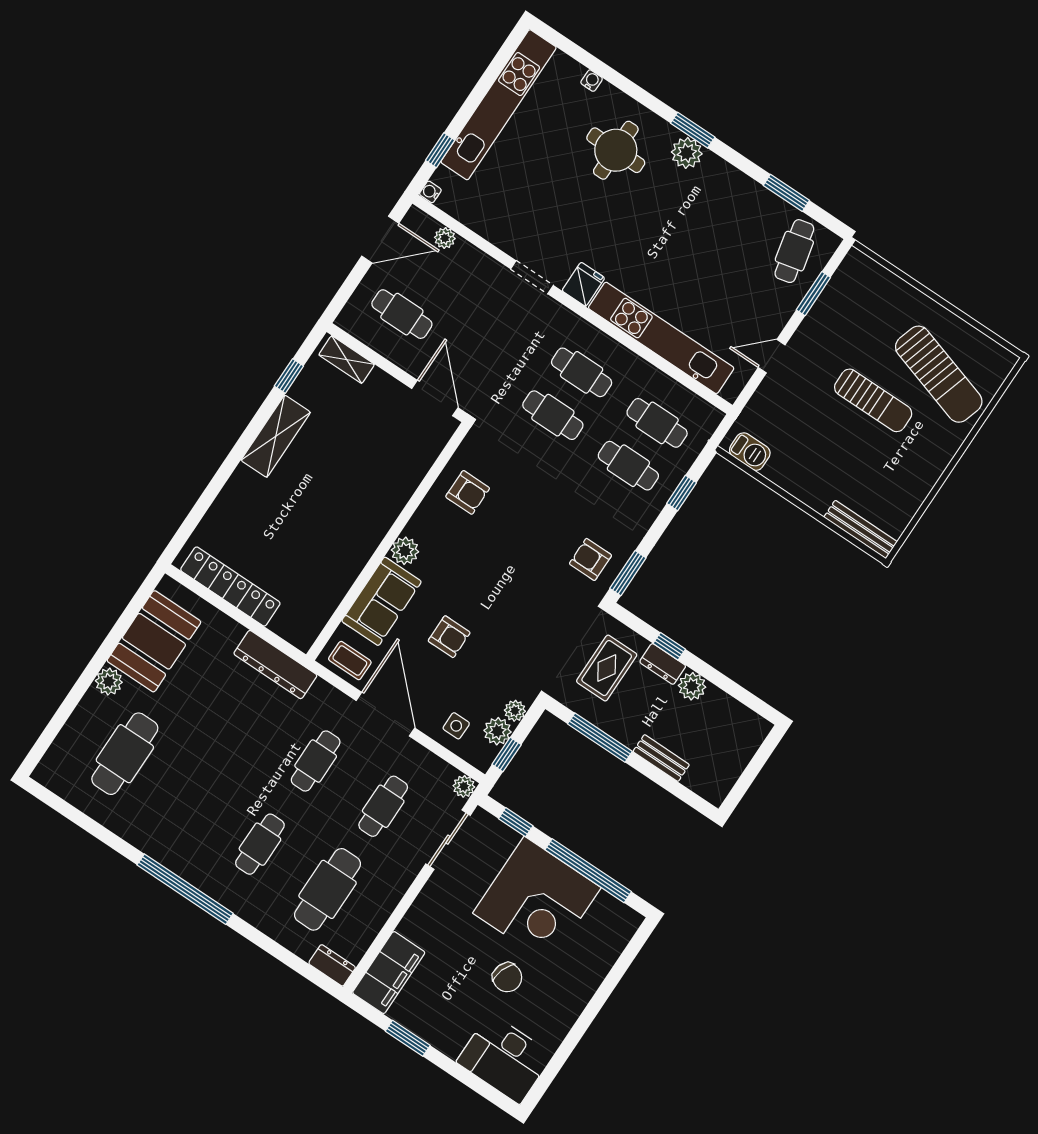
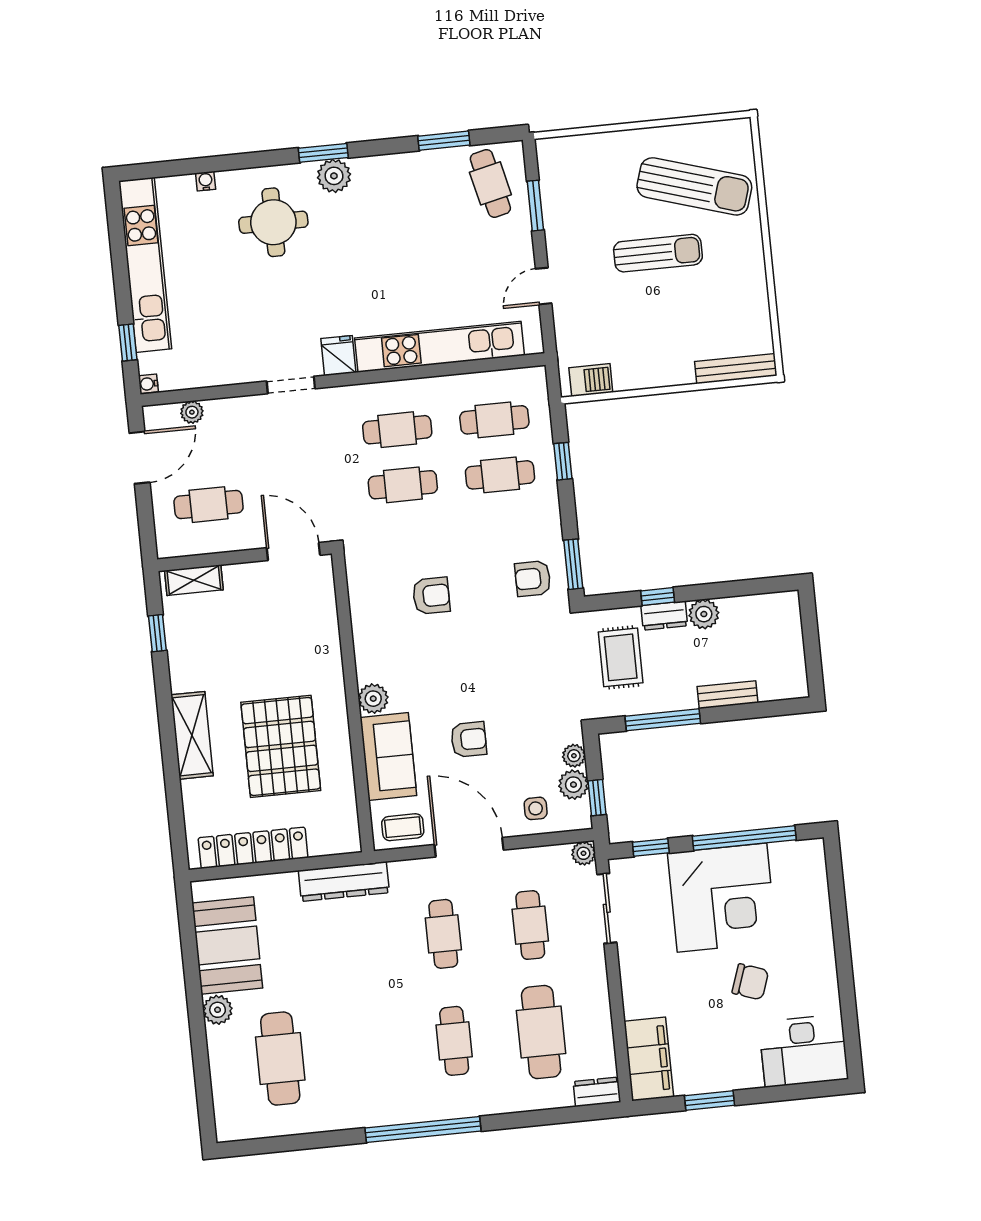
shelving: (276, 436) -> (192, 735), moved
armchair: (468, 492) -> (431, 596), moved
pallet: (310, 530) -> (281, 746), added

